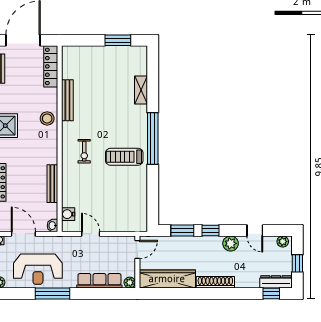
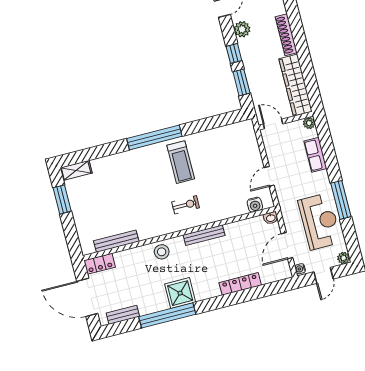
locker: (51, 66) -> (100, 264), width x0.66
shelving: (141, 90) -> (76, 170), moved
bench: (67, 100) -> (116, 241), moved
bench: (52, 184) -> (204, 235), moved
row of seats: (99, 281) -> (315, 155), width x0.68

